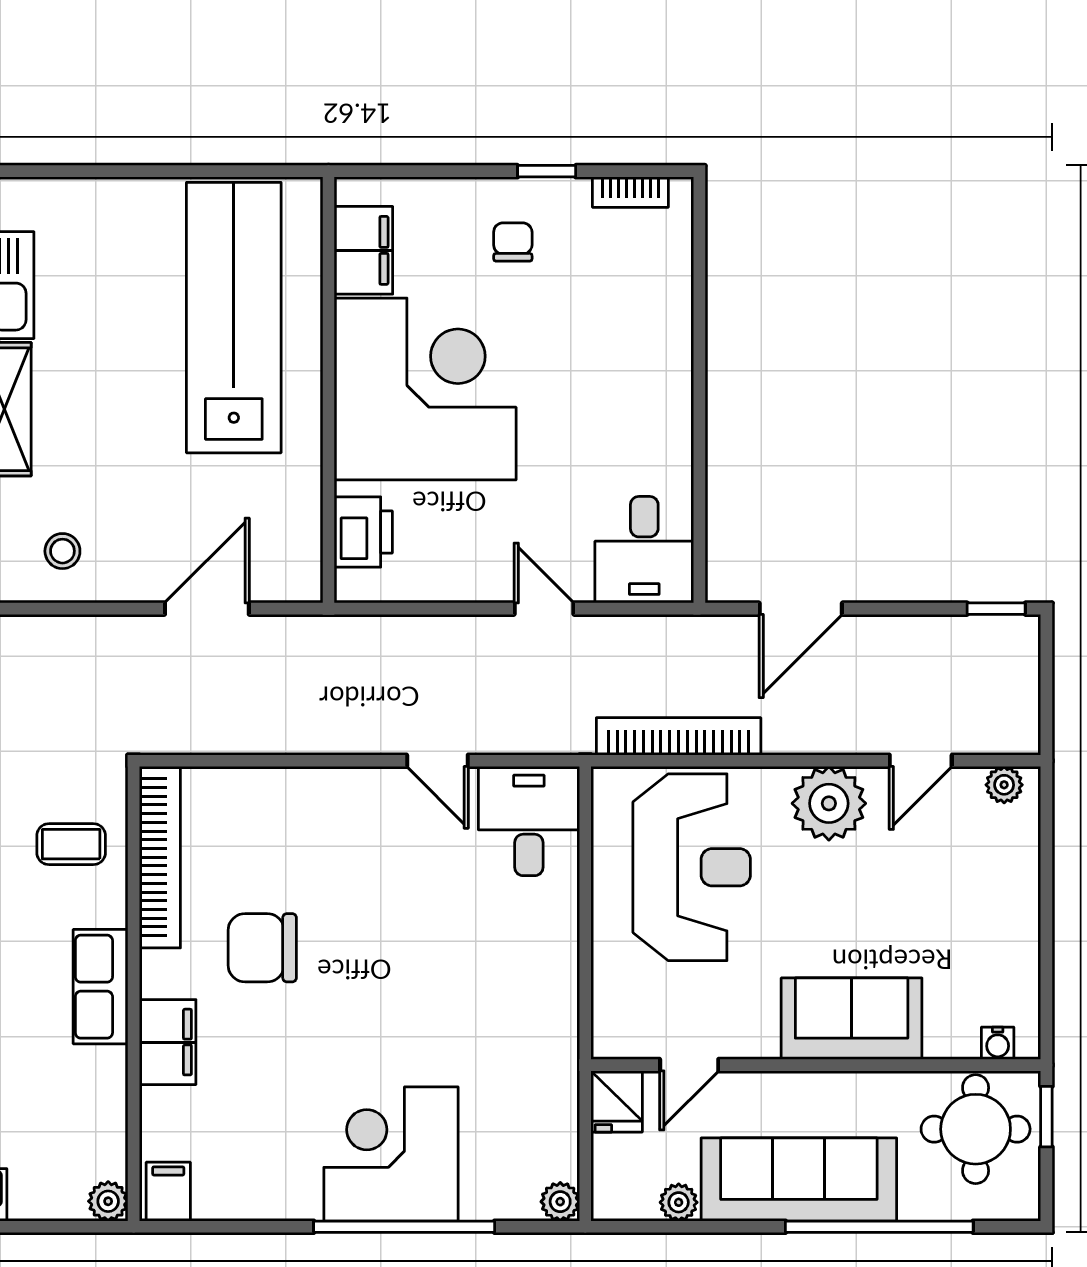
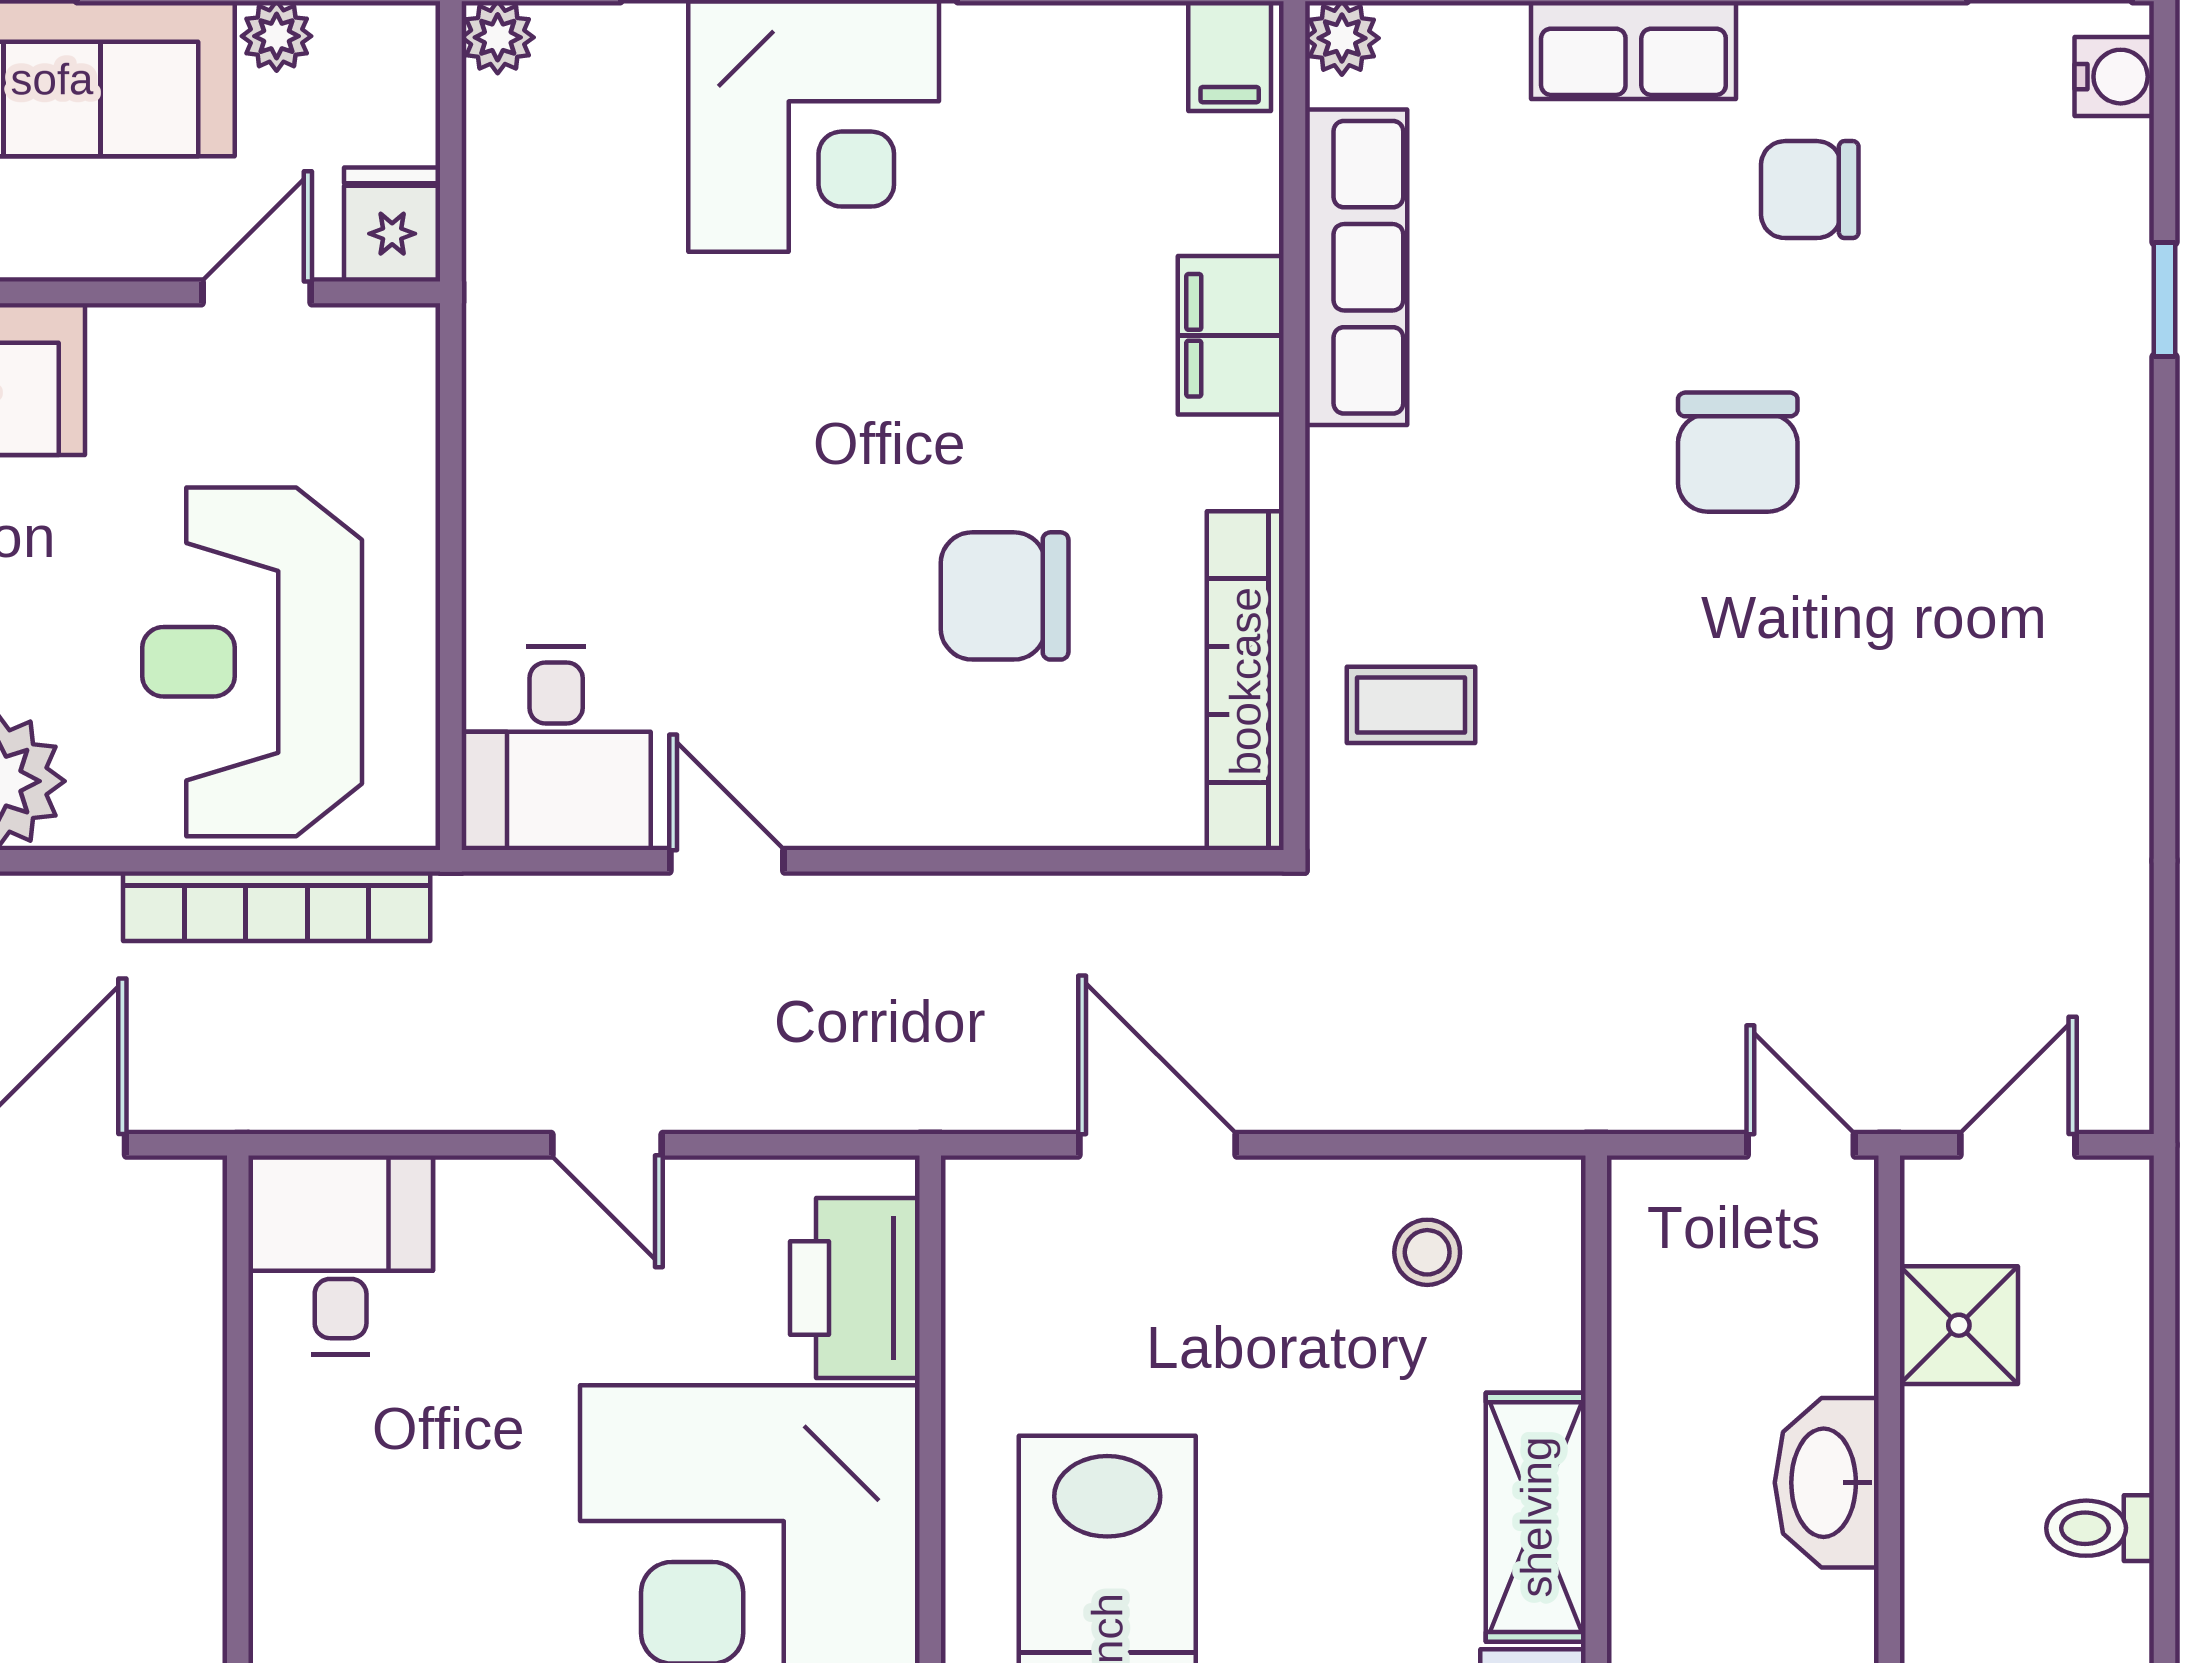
printer: (363, 532) -> (855, 1288), width x1.37, depth x1.19
door: (207, 609) -> (1158, 1145), swing flipped
door: (544, 609) -> (607, 1145), moved
chair: (262, 948) -> (1005, 596), moved, turned 180
row of seats: (101, 987) -> (1356, 267), moved, width x1.48

